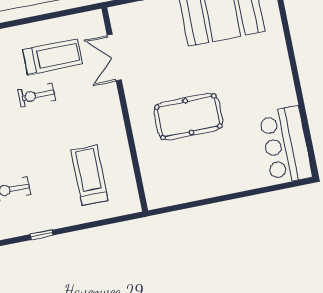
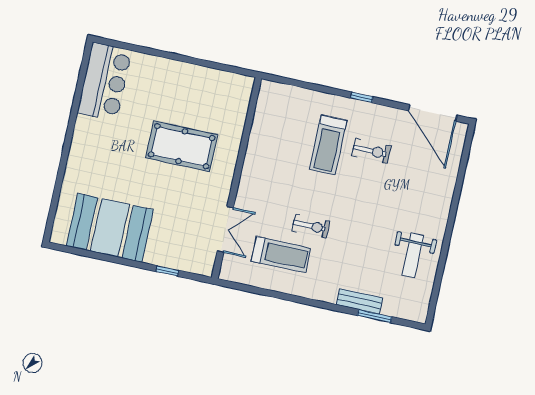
treadmill: (53, 57) -> (281, 255), turned 180
treadmill: (89, 175) -> (328, 145), moved

